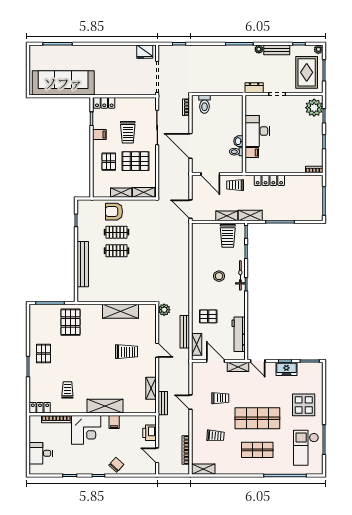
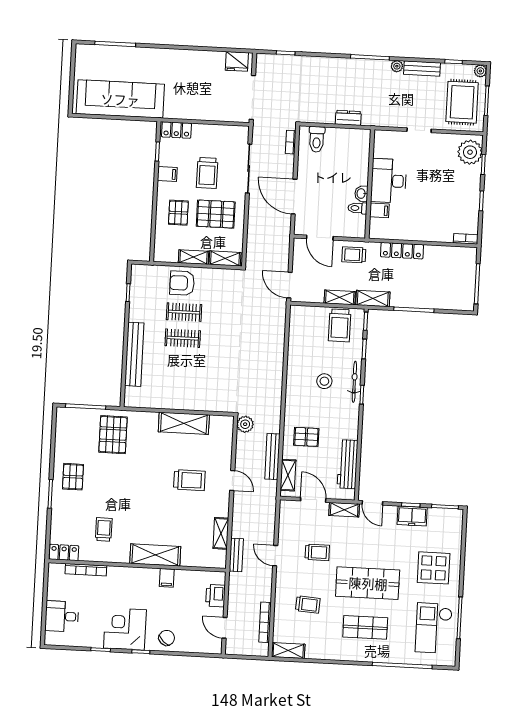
dresser: (254, 88) -> (348, 118), moved
corner desk: (86, 430) -> (125, 629), moved, turned 180

